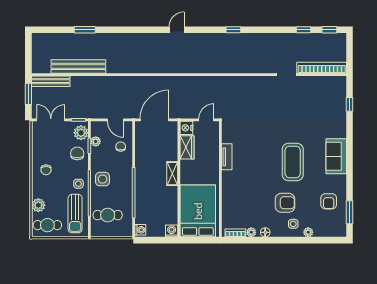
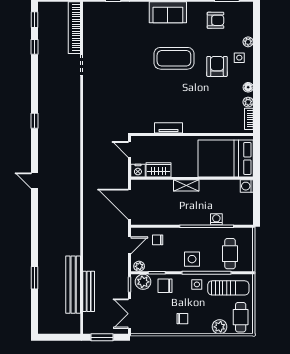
bench: (51, 81) -> (89, 291), moved
plant: (96, 141) -> (139, 266), moved
washing machine: (140, 230) -> (216, 219), moved

